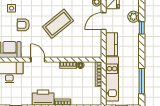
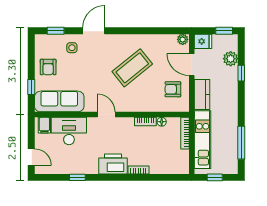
door: (104, 21) -> (192, 65), hinge flipped
armchair: (23, 25) -> (173, 89), moved

